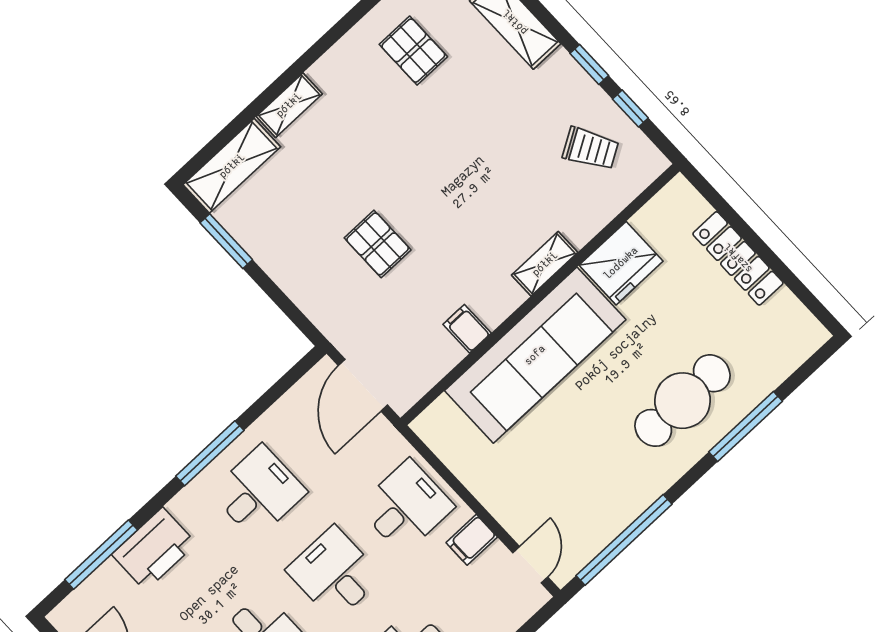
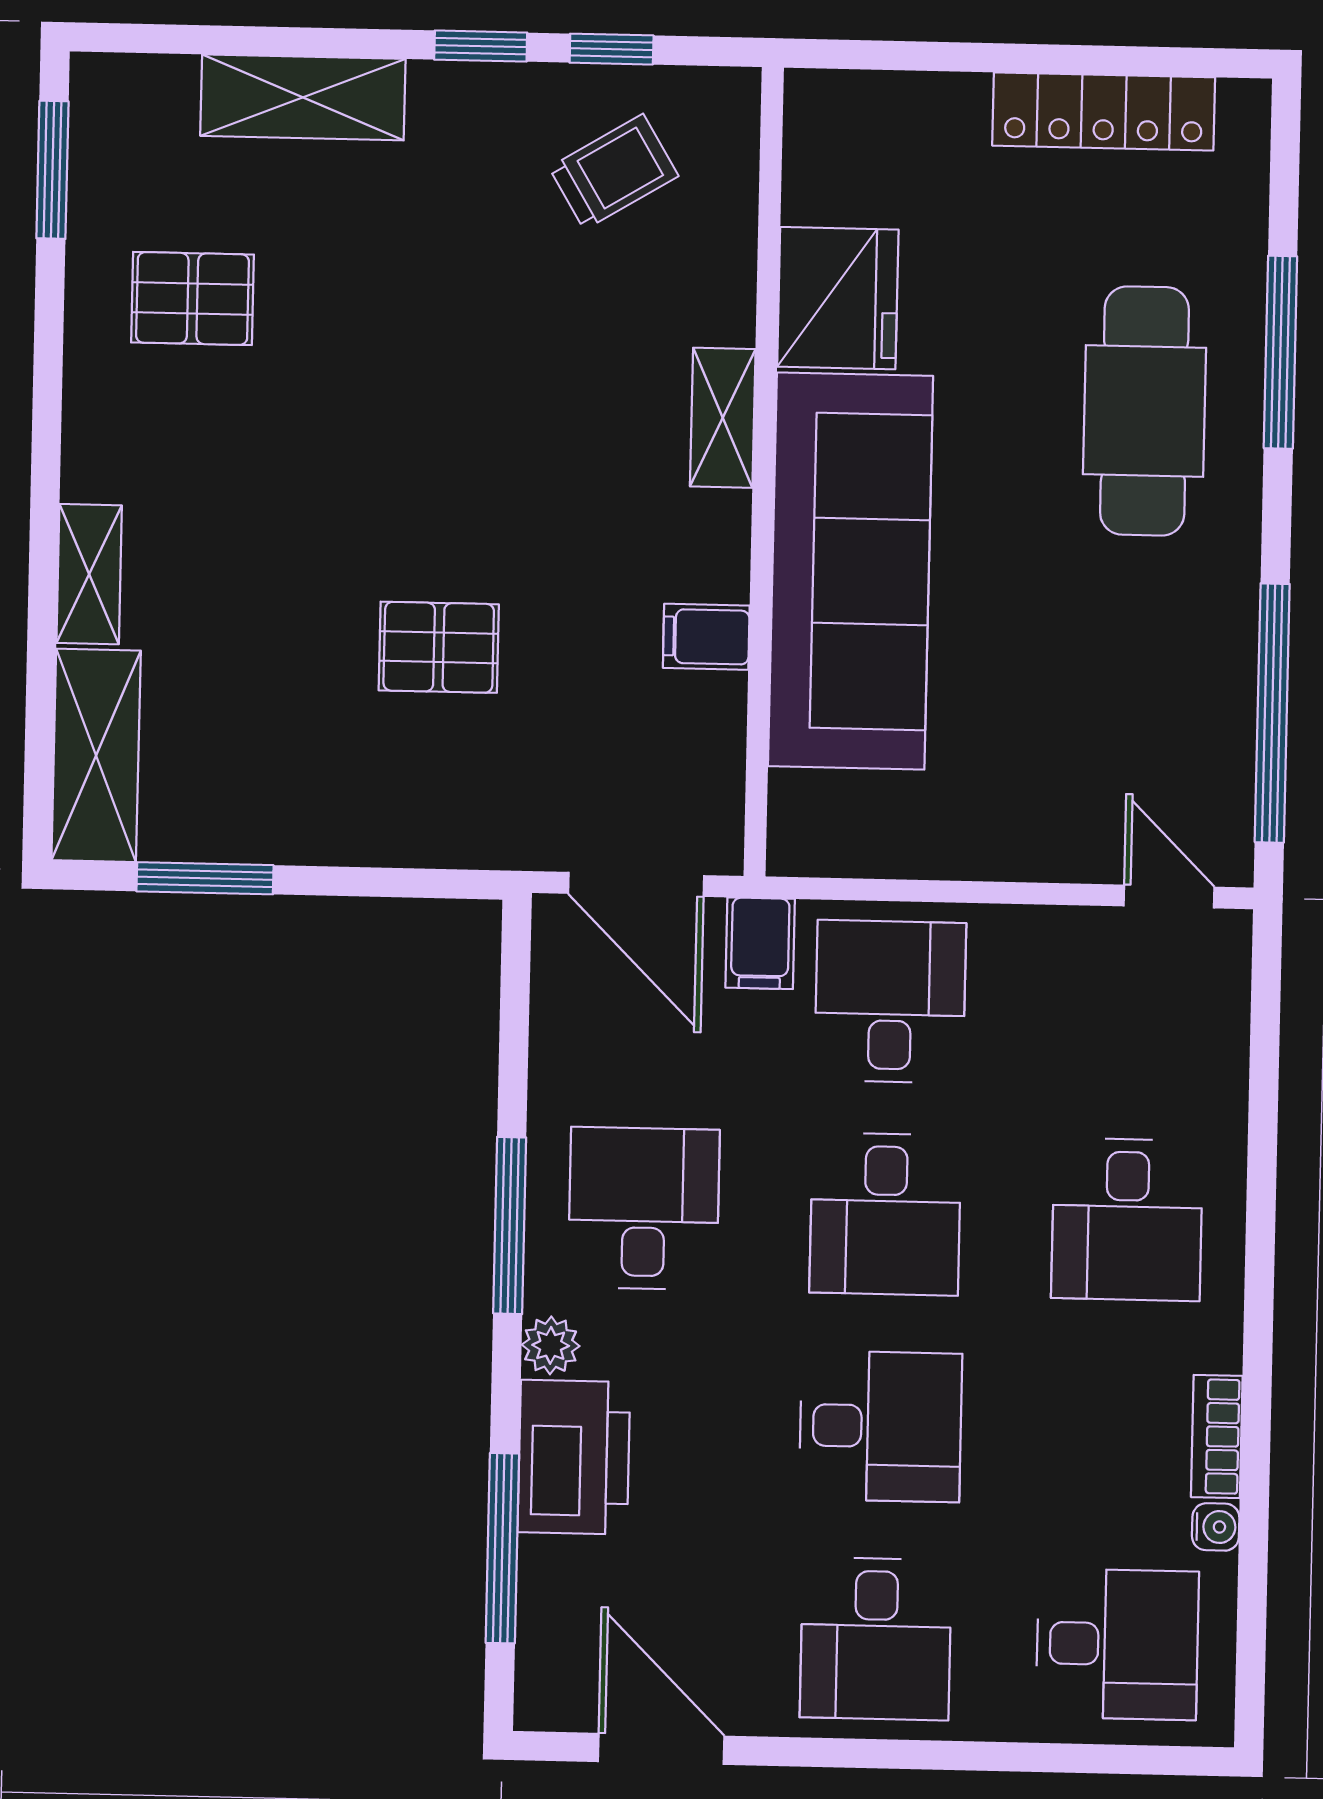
locker: (738, 258) -> (1104, 111), moved
plant: (183, 505) -> (551, 1345), added
filing cabinet: (472, 540) -> (760, 943), moved
desk: (334, 573) -> (885, 1214), turned -90

